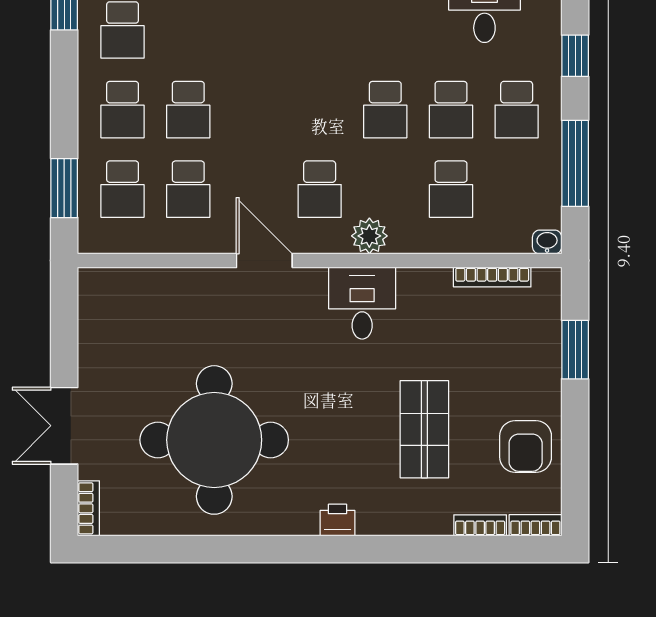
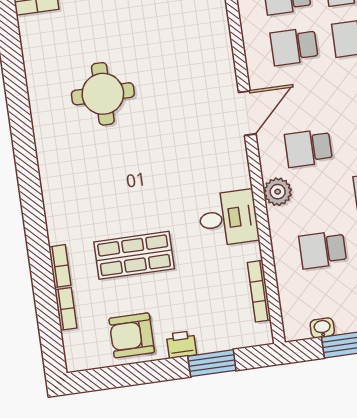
washbasin: (547, 242) -> (322, 328), moved, turned -90
desk: (362, 303) -> (228, 218), moved
round table: (214, 440) -> (103, 94), width x0.54, depth x0.54
printer: (337, 520) -> (181, 345), moved, turned -90
bookcase: (535, 525) -> (60, 266), moved

